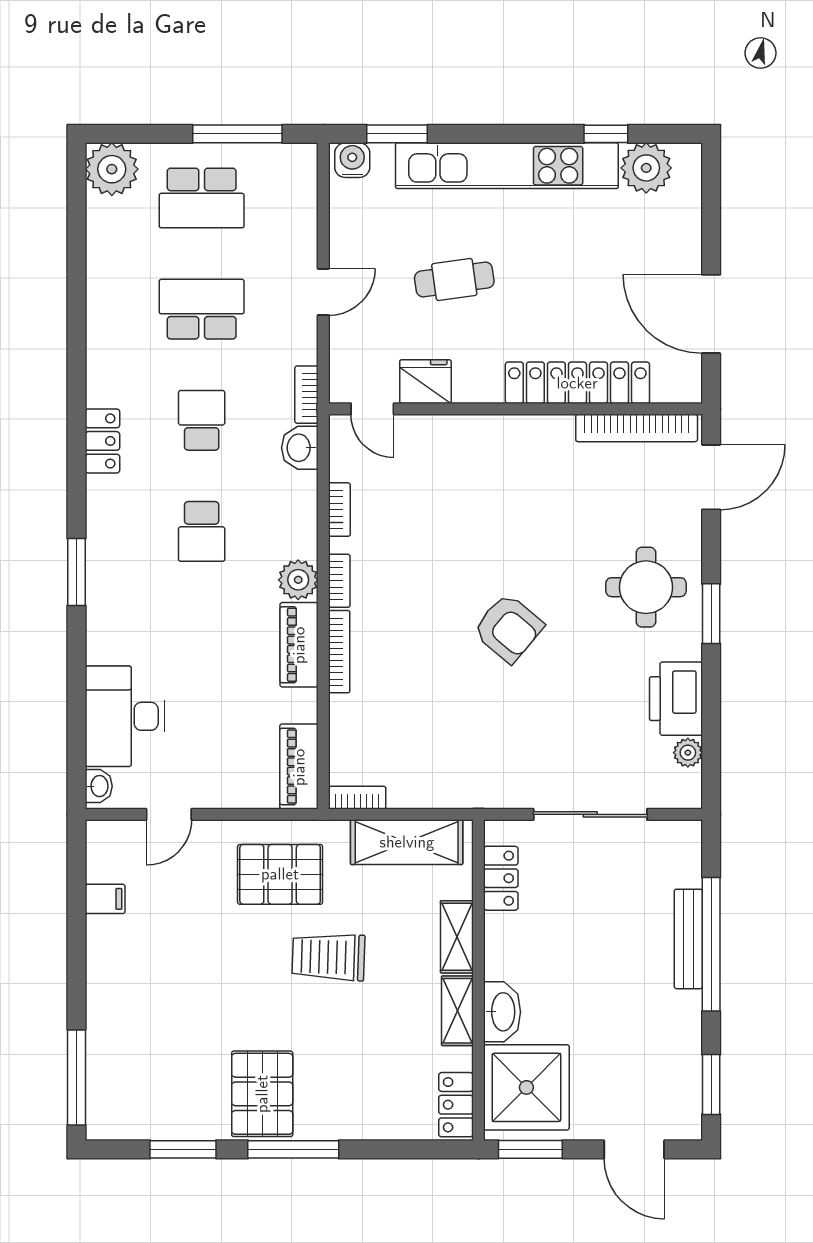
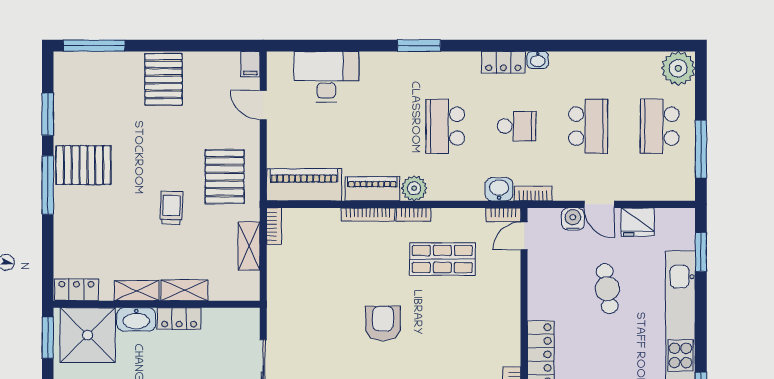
water cooler: (352, 160) -> (573, 219), moved, turned -90
fridge: (425, 382) -> (637, 222), moved, turned 90
bookcase: (339, 510) -> (503, 215), moved
school desk: (202, 531) -> (445, 126), width x1.85
shop shelf: (408, 536) -> (442, 259), added
armchair: (508, 628) -> (383, 323), turned 140
piano: (299, 767) -> (304, 185), width x1.37, depth x1.33
washbasin: (99, 786) -> (538, 60), moved
shelving: (407, 842) -> (249, 246), width x0.67, depth x0.75
locker: (501, 878) -> (179, 319), moved
filing cabinet: (105, 899) -> (250, 64), moved
trolley: (328, 957) -> (171, 208), width x0.73, depth x0.72
pallet: (129, 969) -> (164, 79), added

